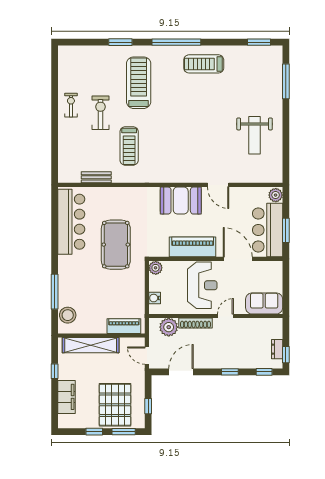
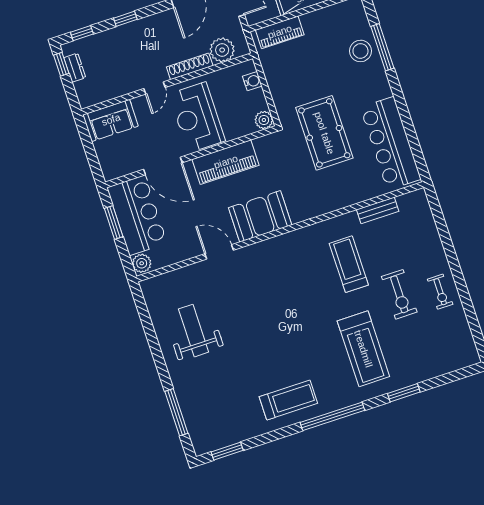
stool: (68, 315) -> (360, 51), moved

